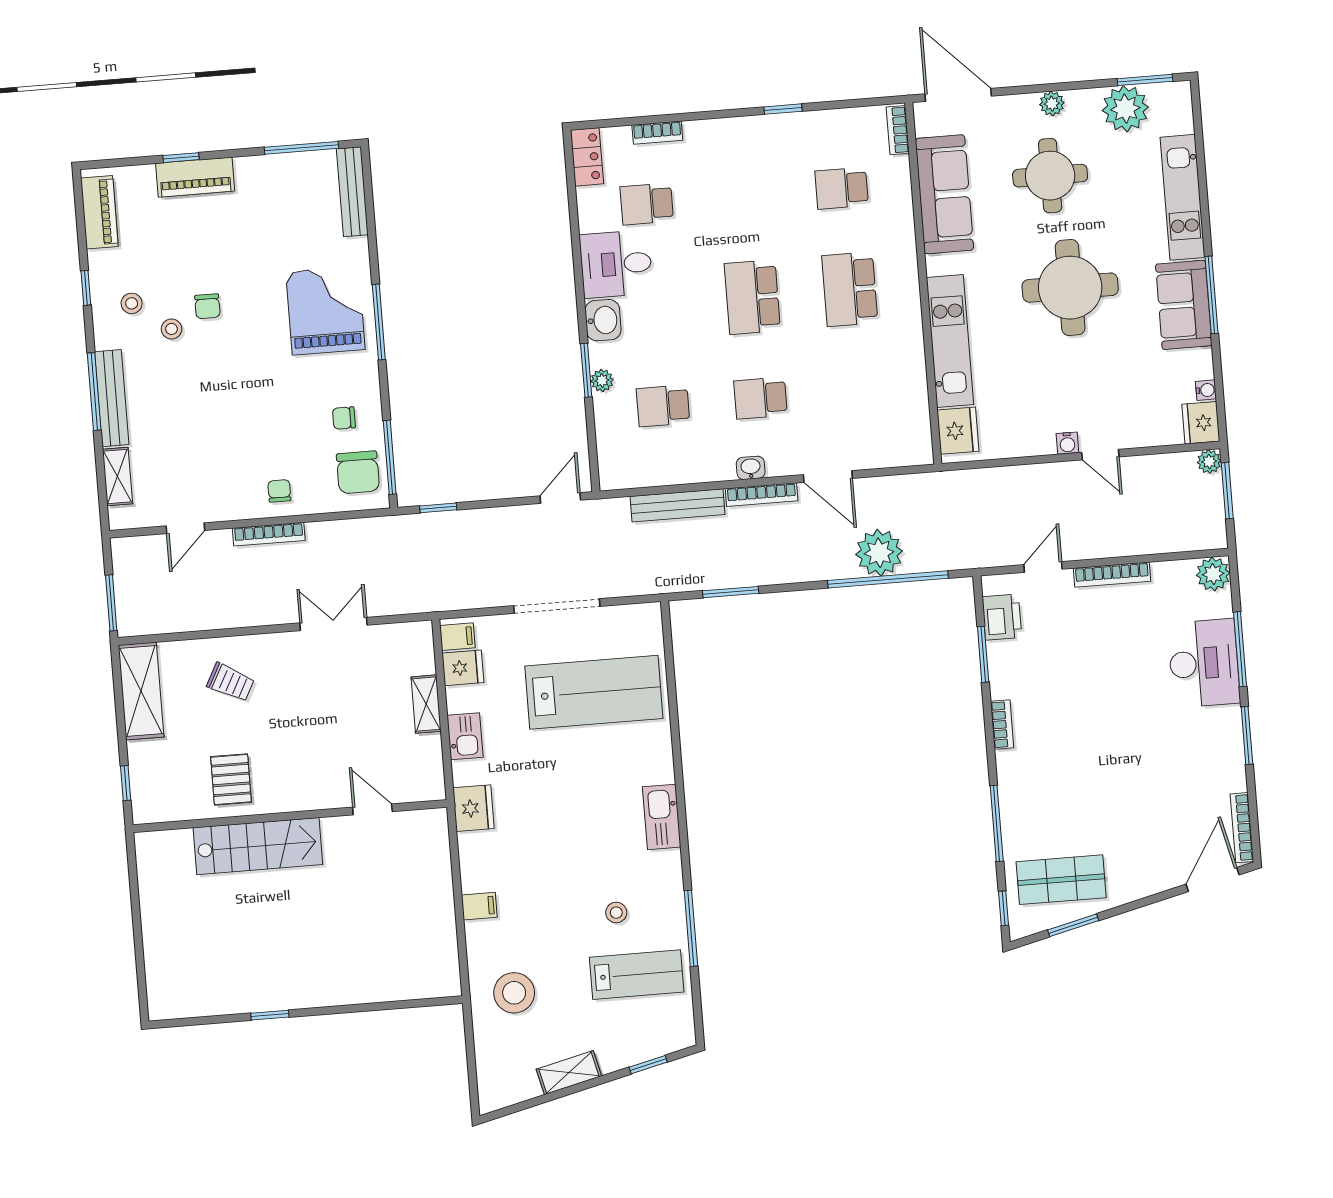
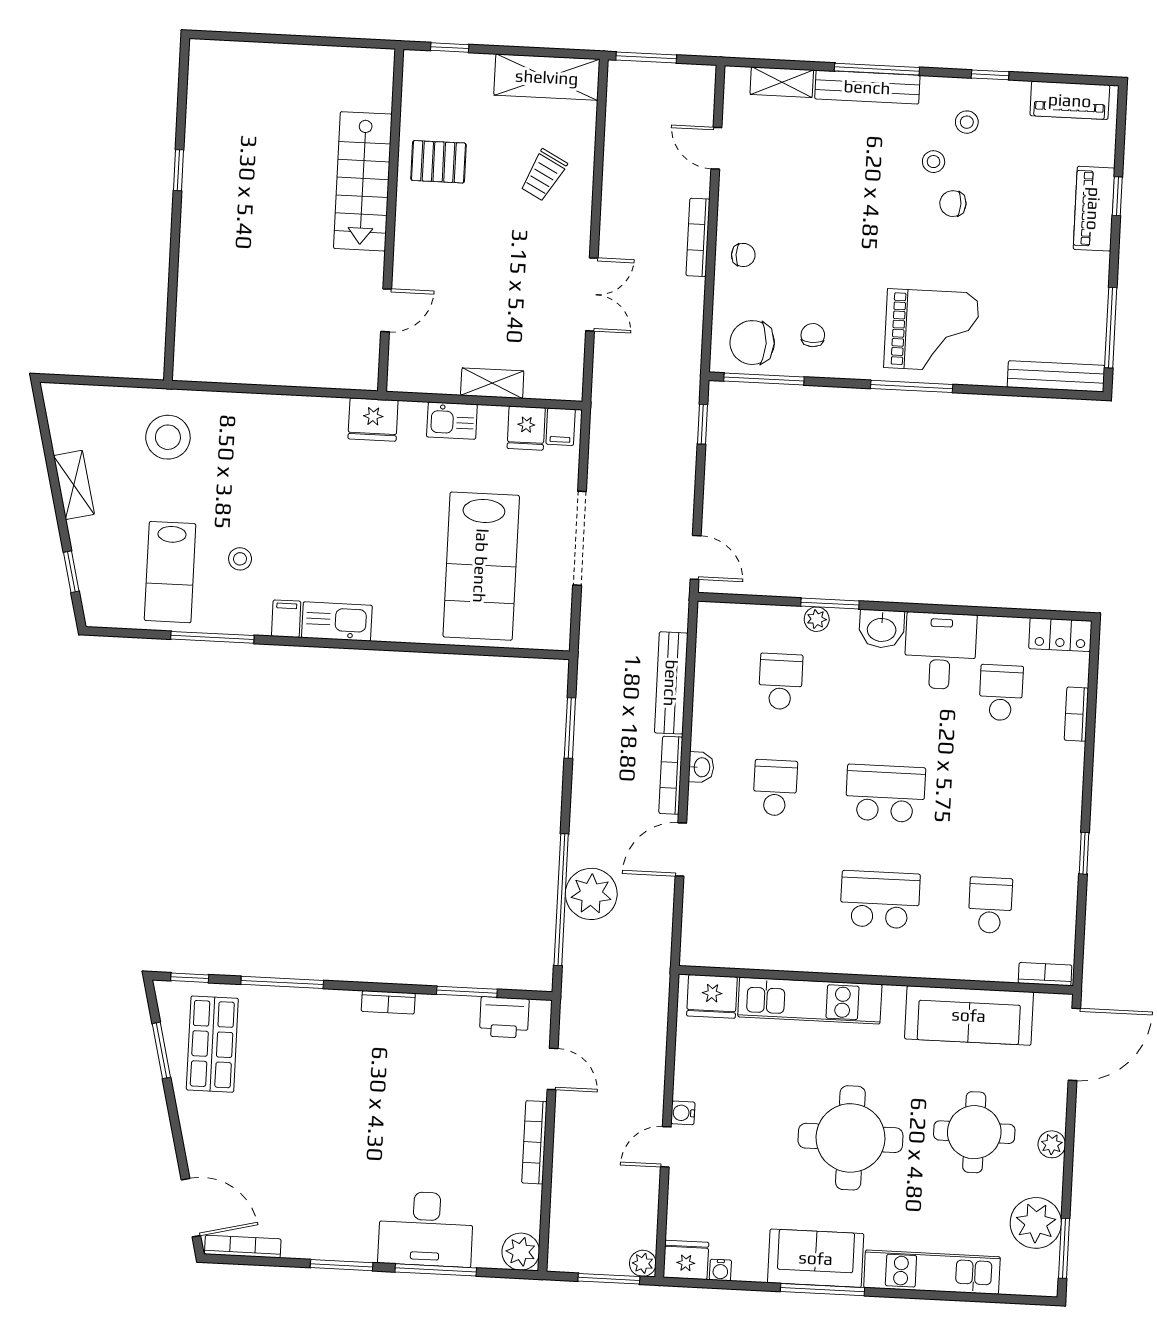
filing cabinet: (479, 906) -> (286, 619), moved, turned 180

